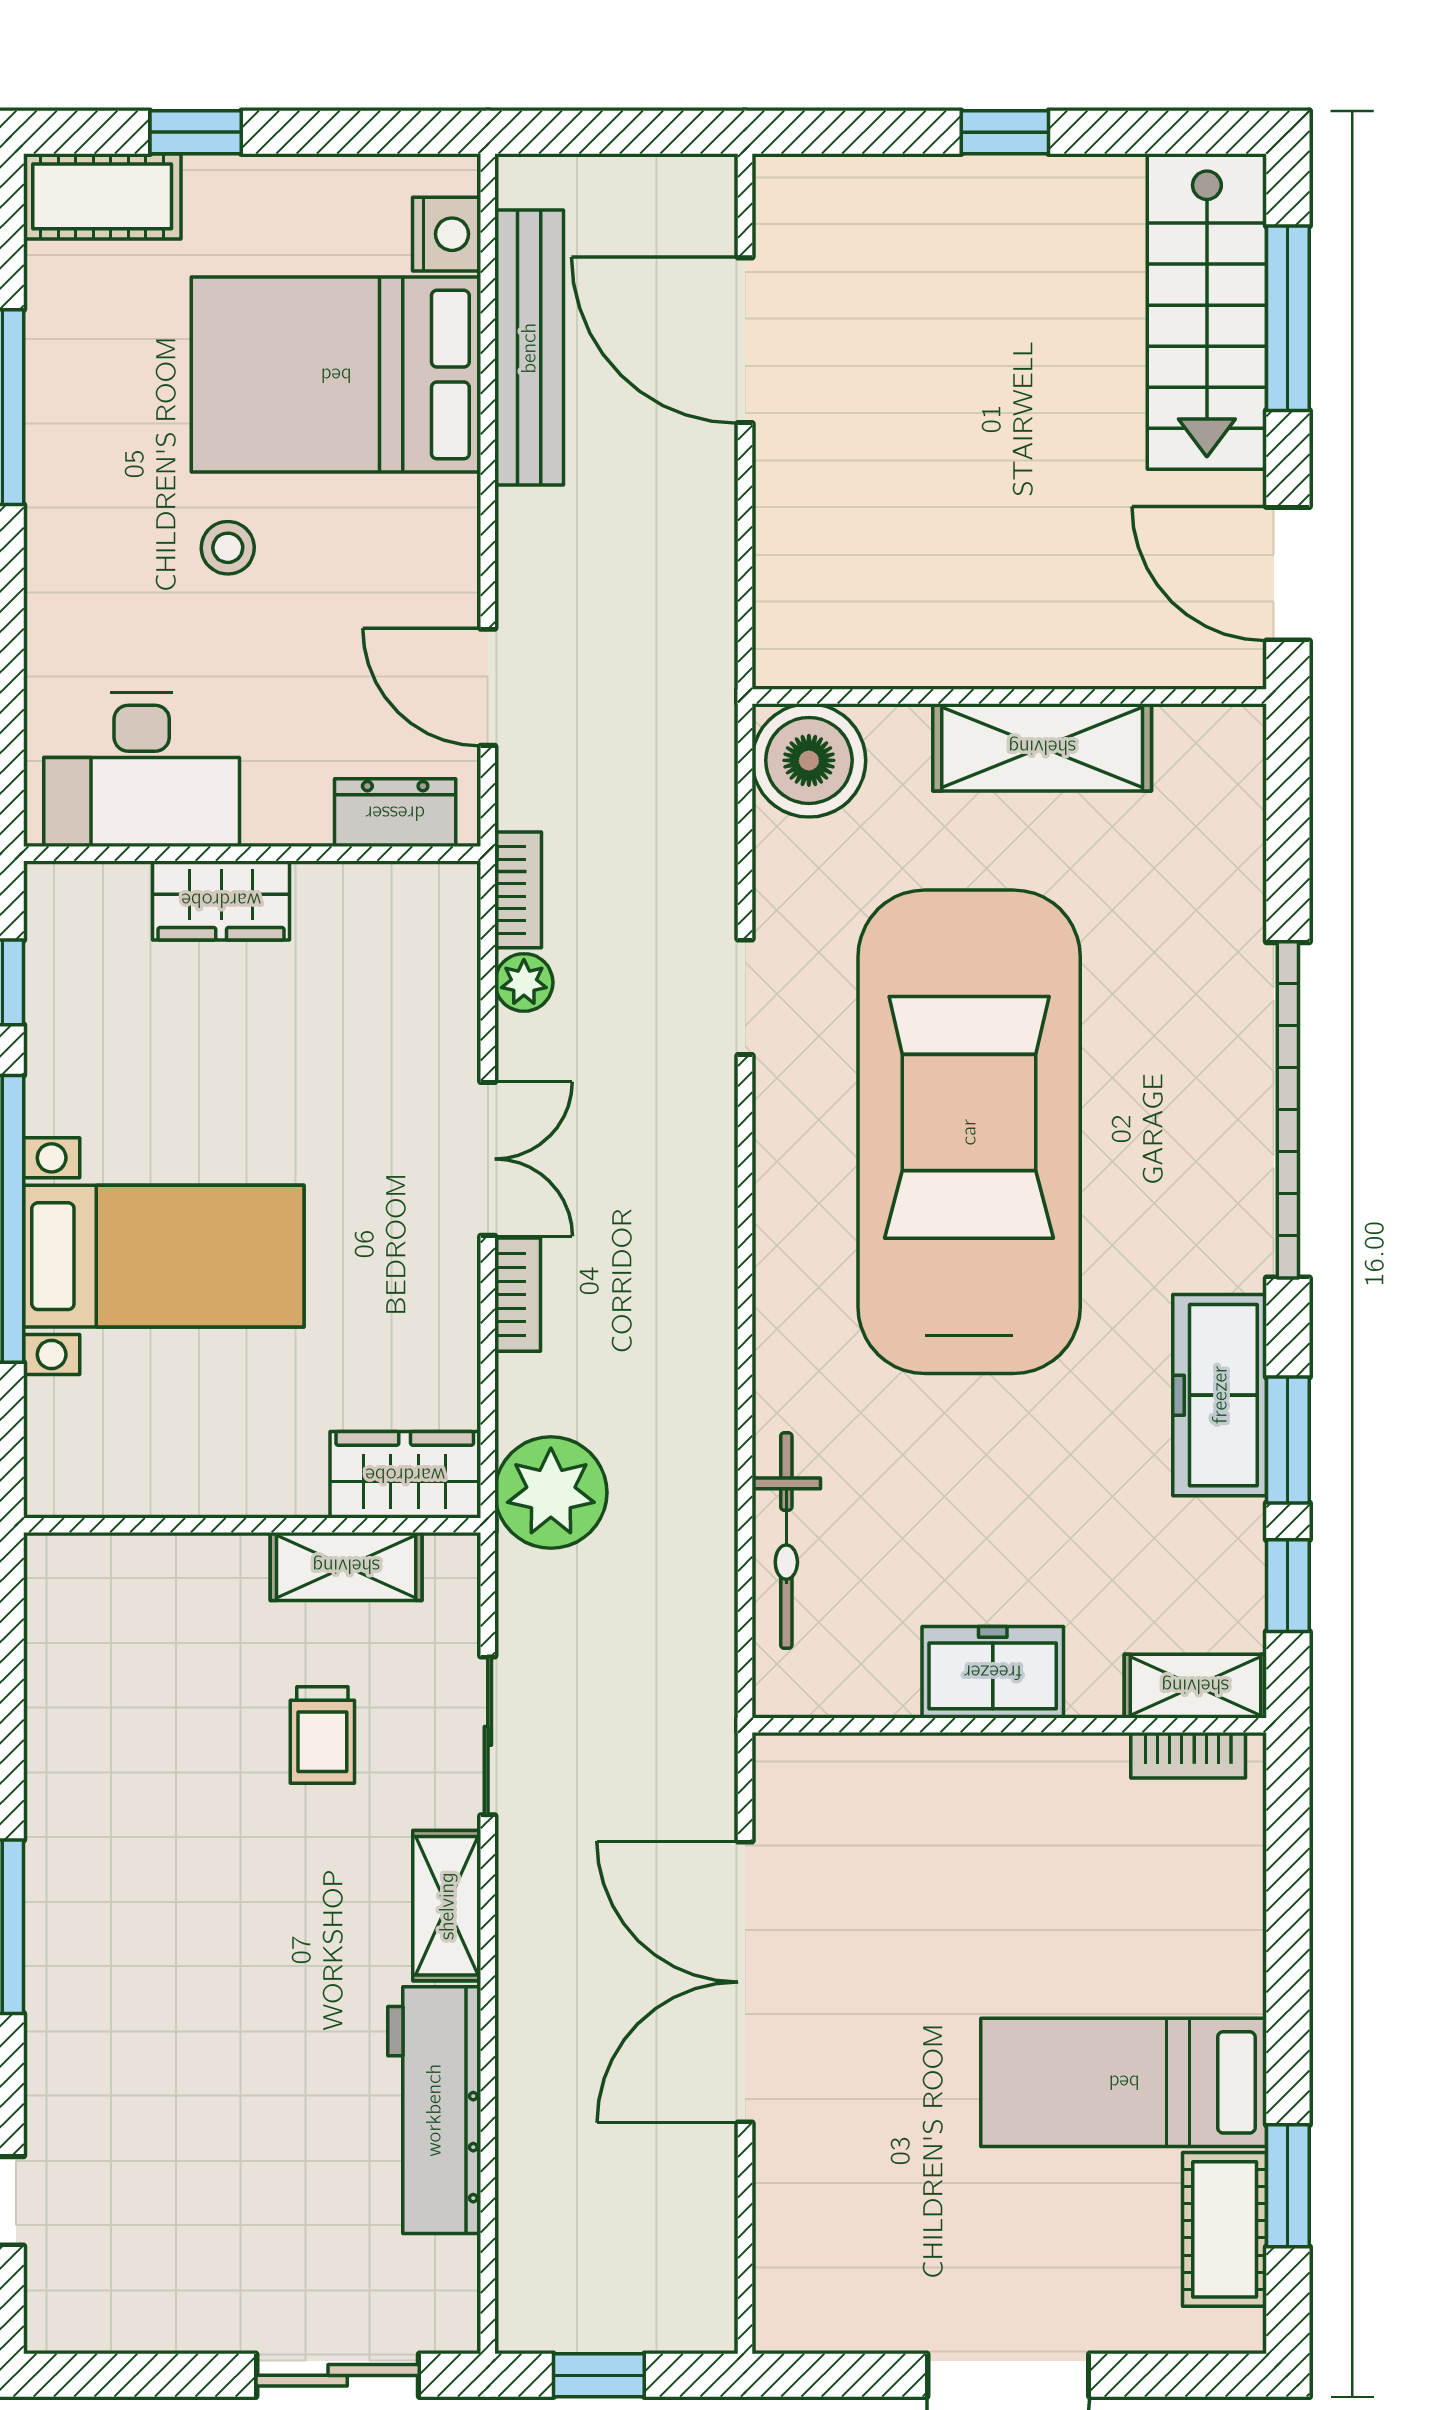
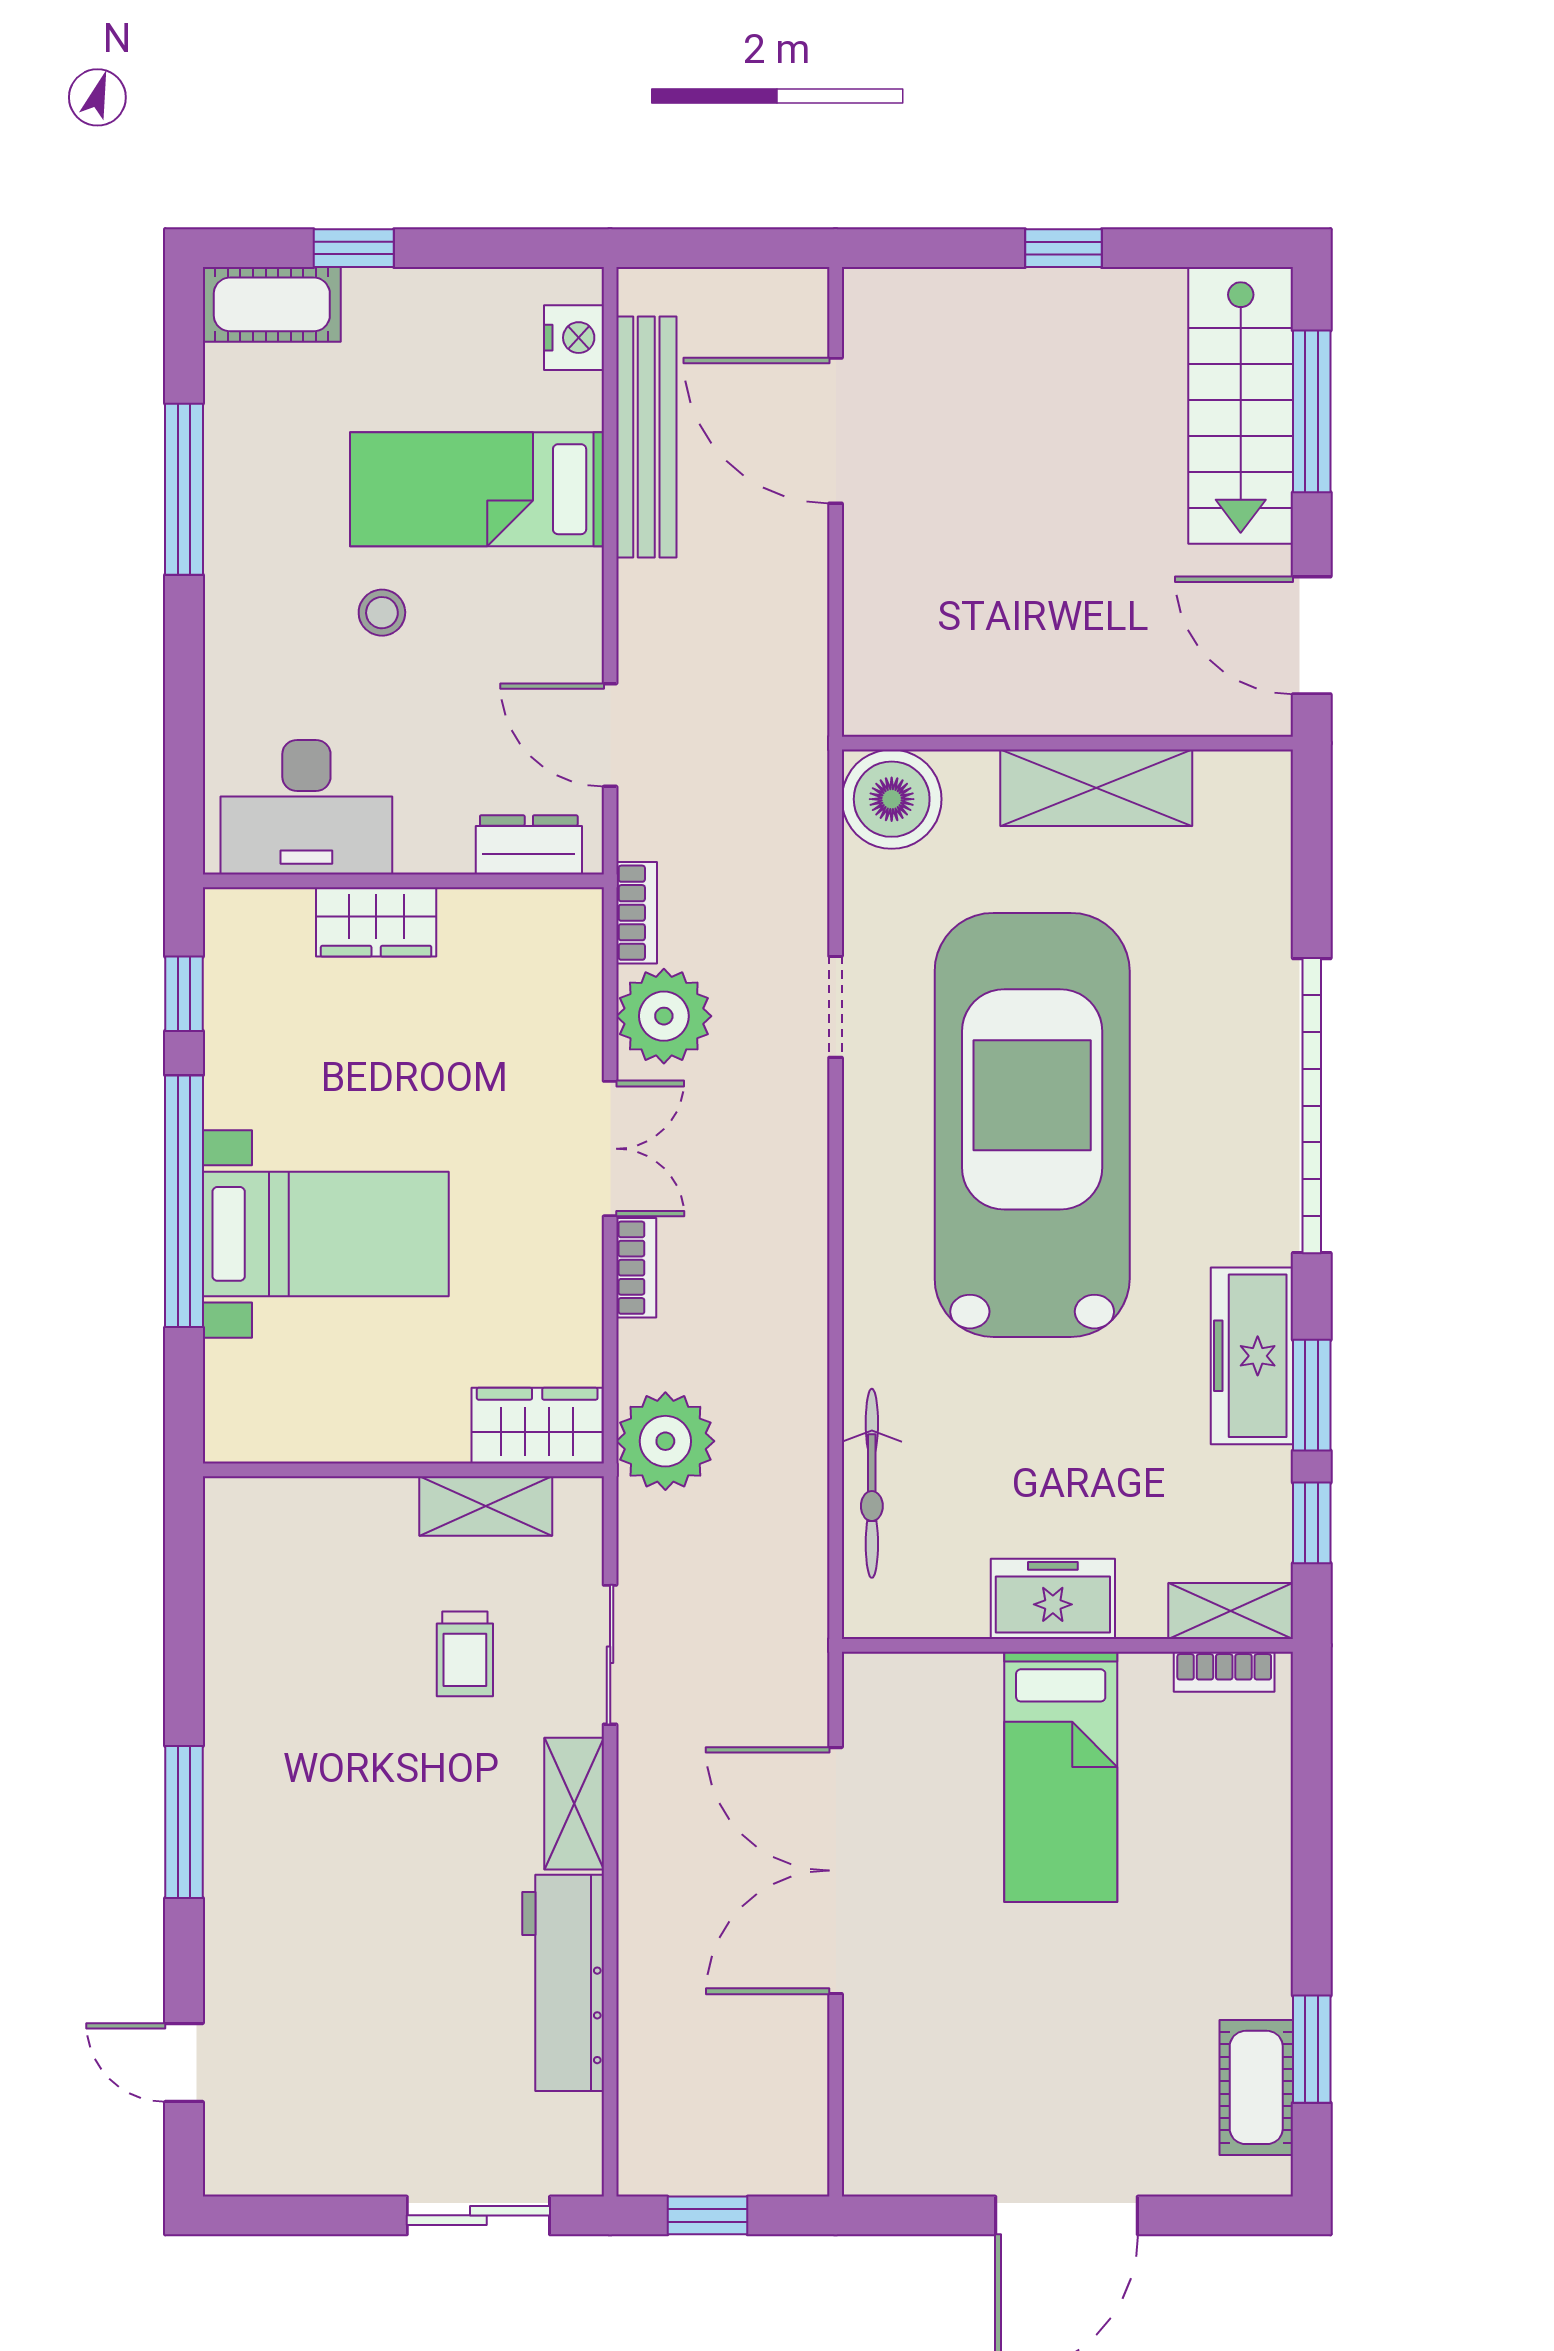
bed: (336, 375) -> (477, 489), width x0.67
plant: (524, 982) -> (664, 1016), width x1.87, depth x1.87
bed: (1124, 2082) -> (1061, 1777), moved, turned -90

